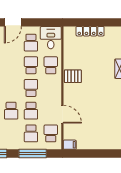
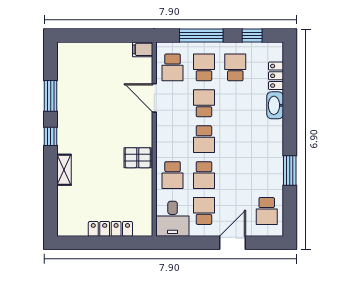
school desk: (11, 111) -> (235, 67), moved

